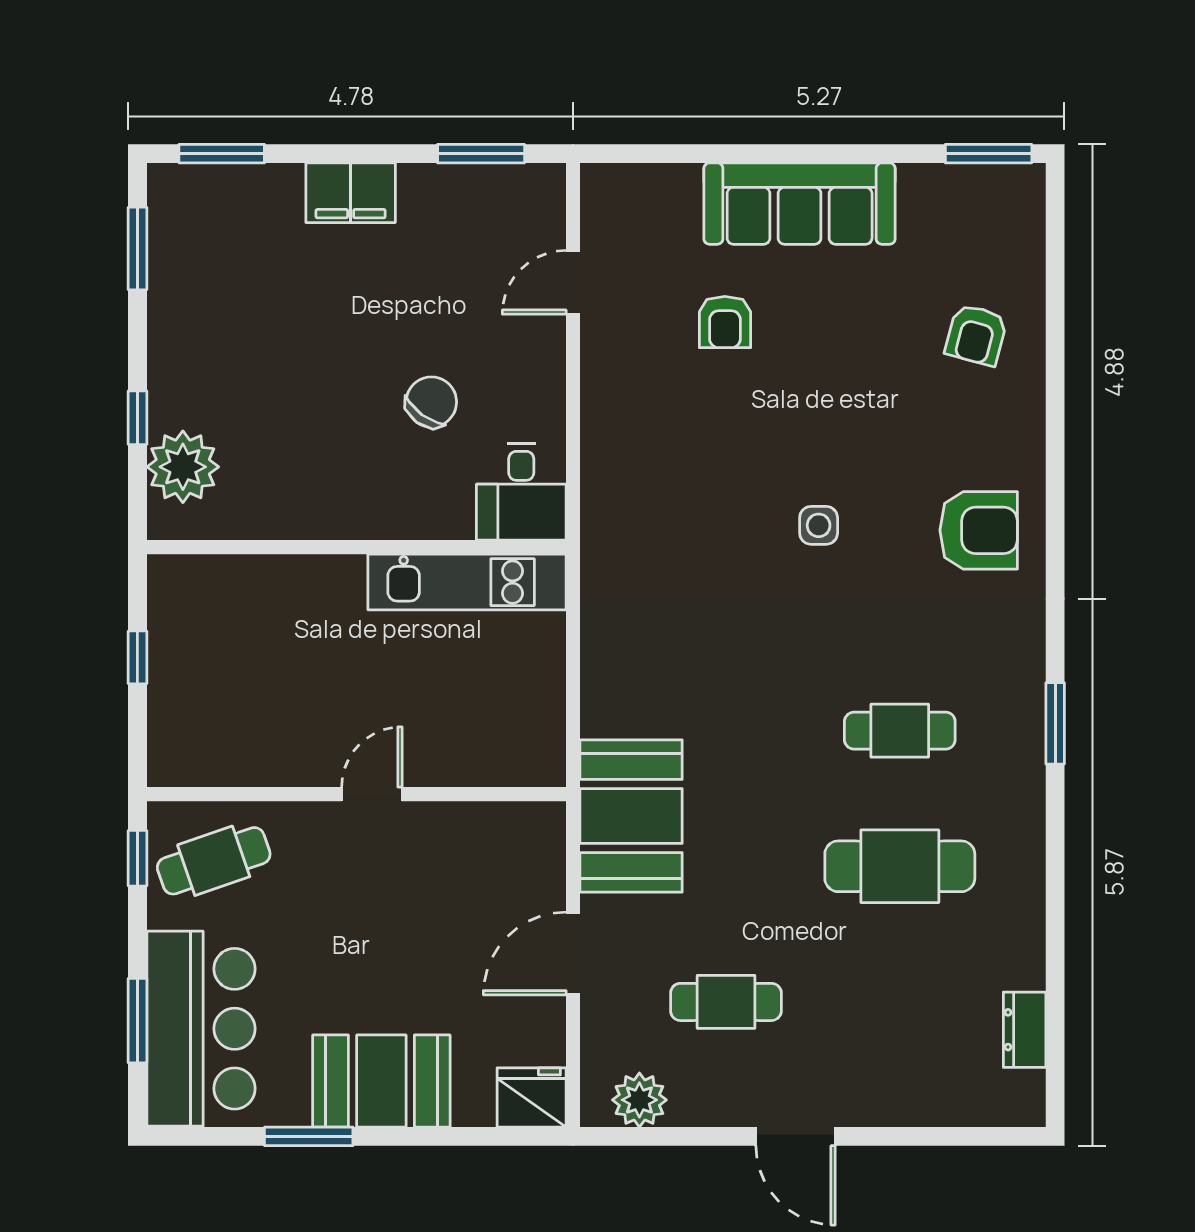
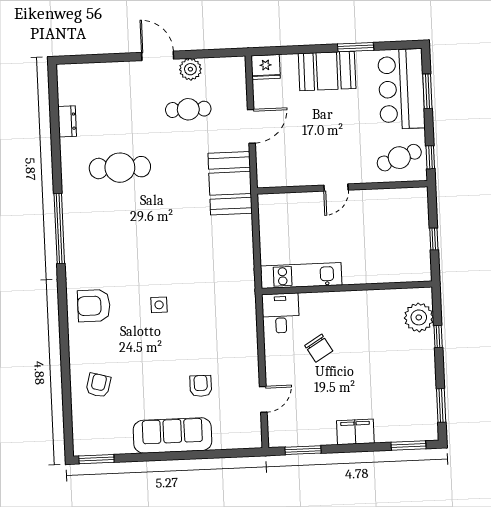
chair: (431, 402) -> (319, 348), turned -67
window: (1055, 723) -> (59, 228), width x2.11
cafe table: (900, 731) -> (122, 223), removed
dresser: (1025, 1030) -> (67, 121), moved
plant: (639, 1100) -> (190, 69), moved

